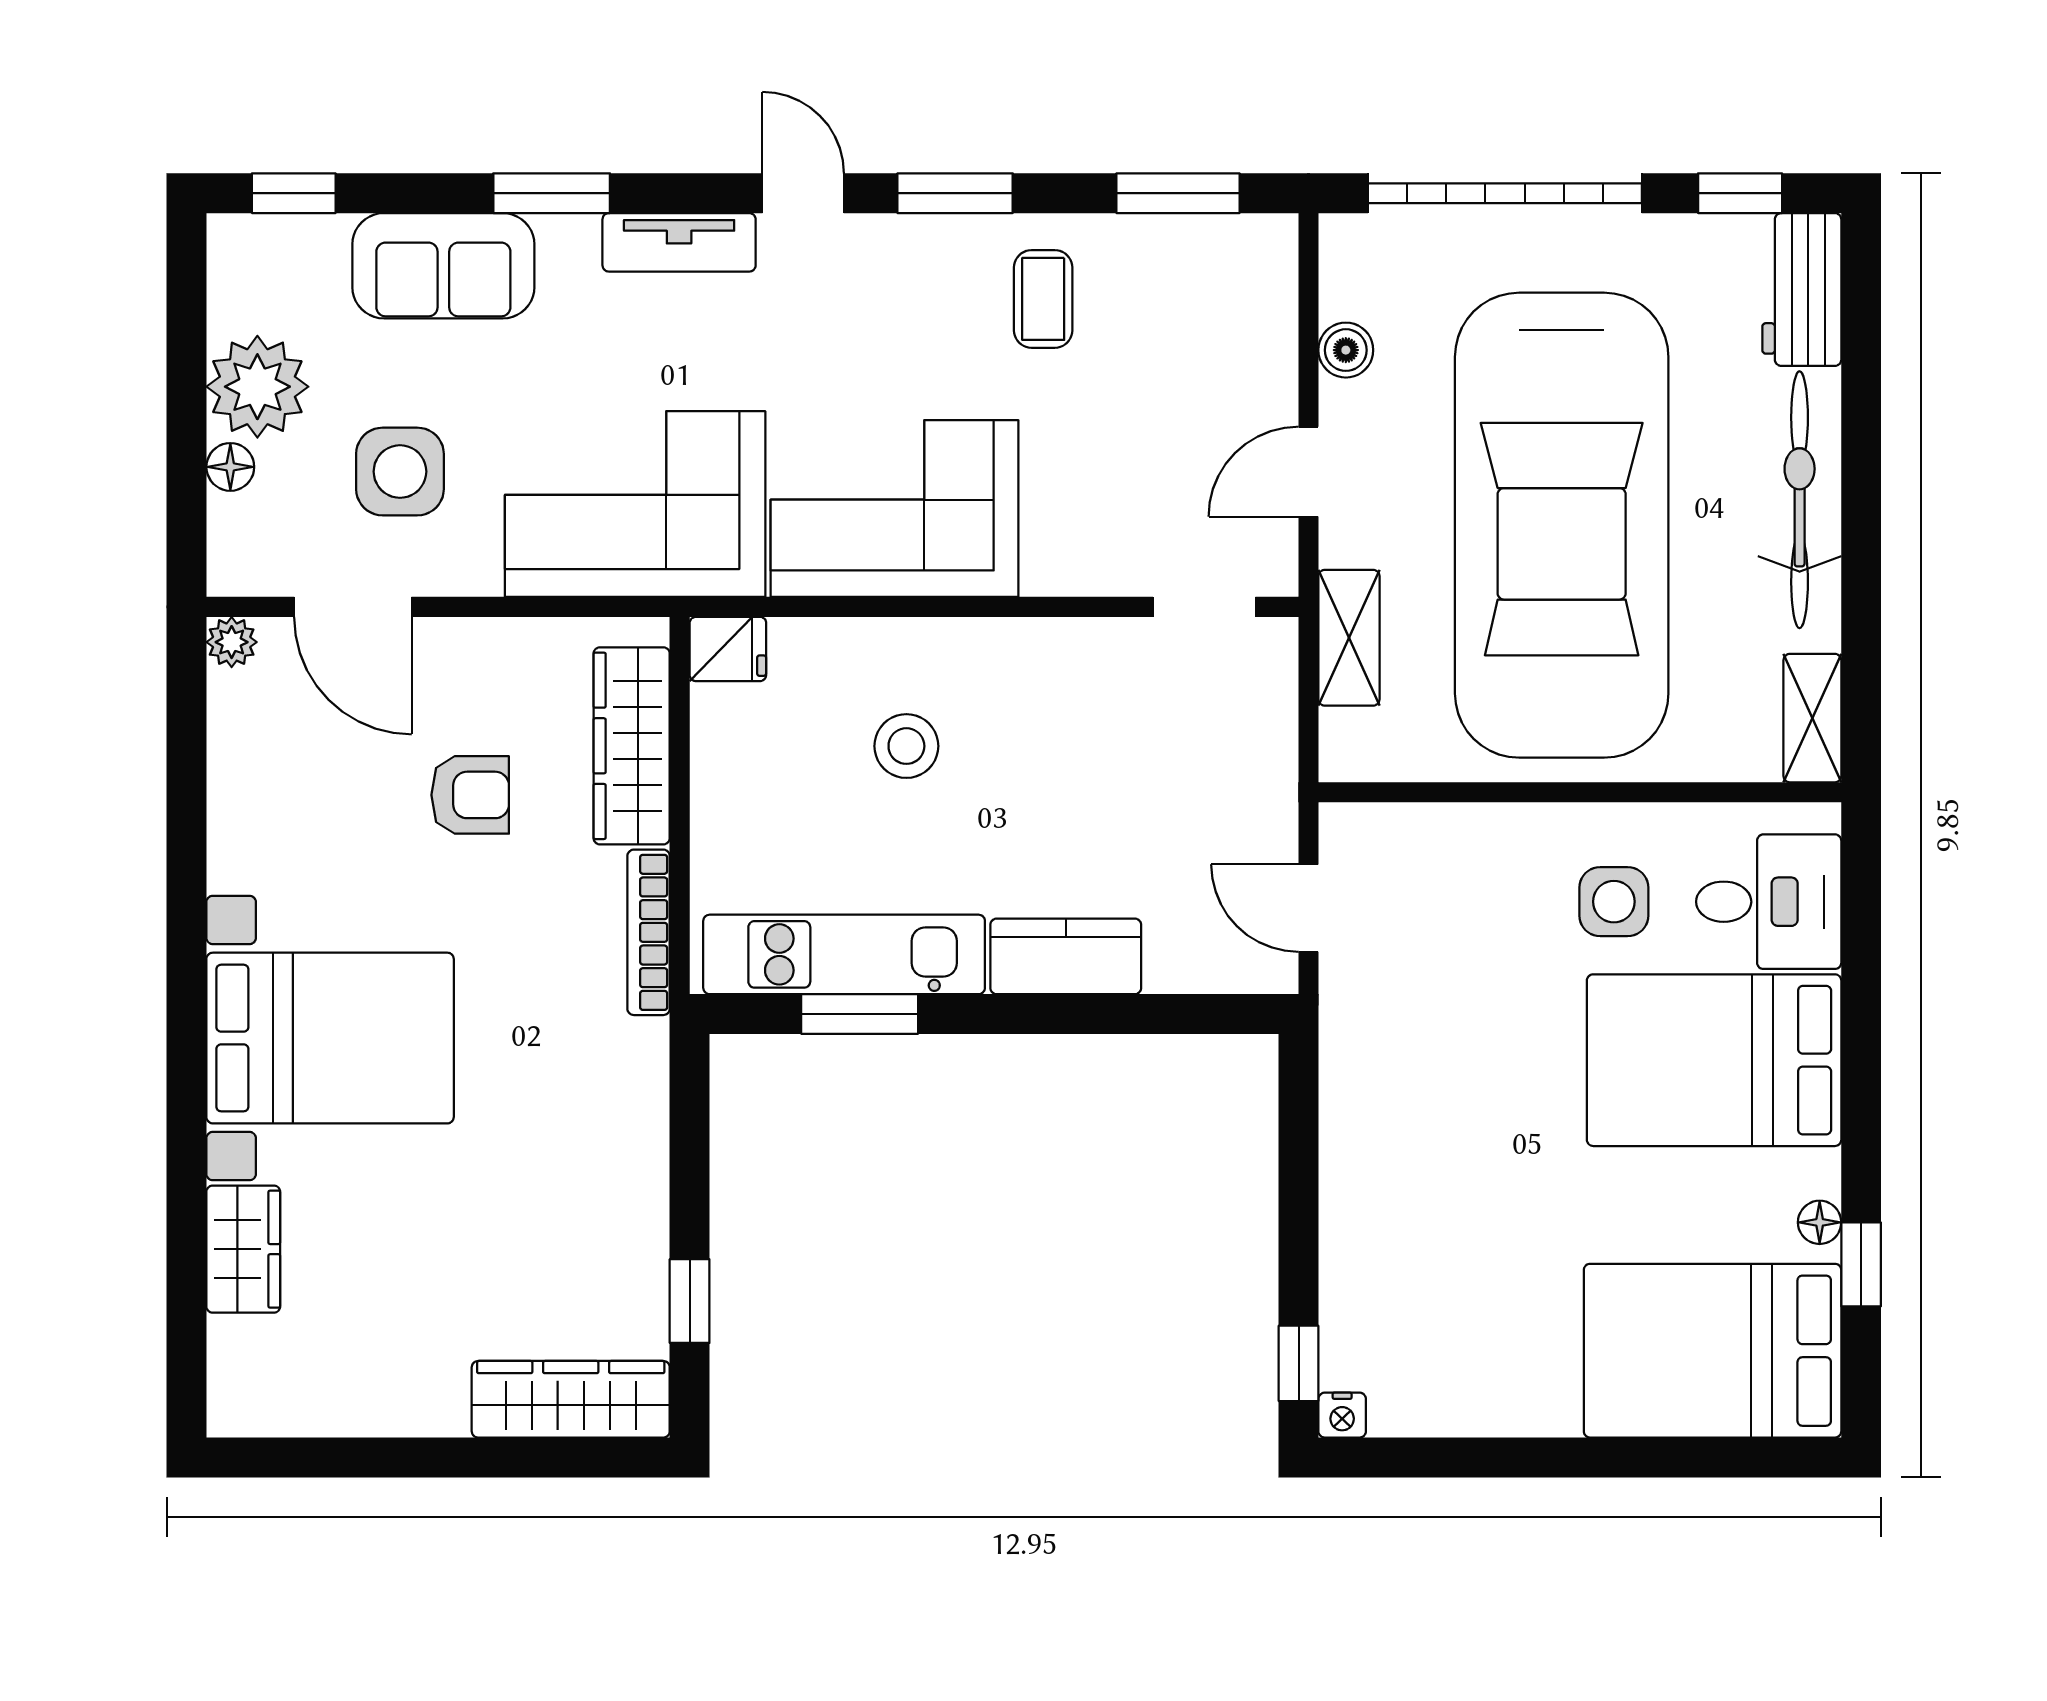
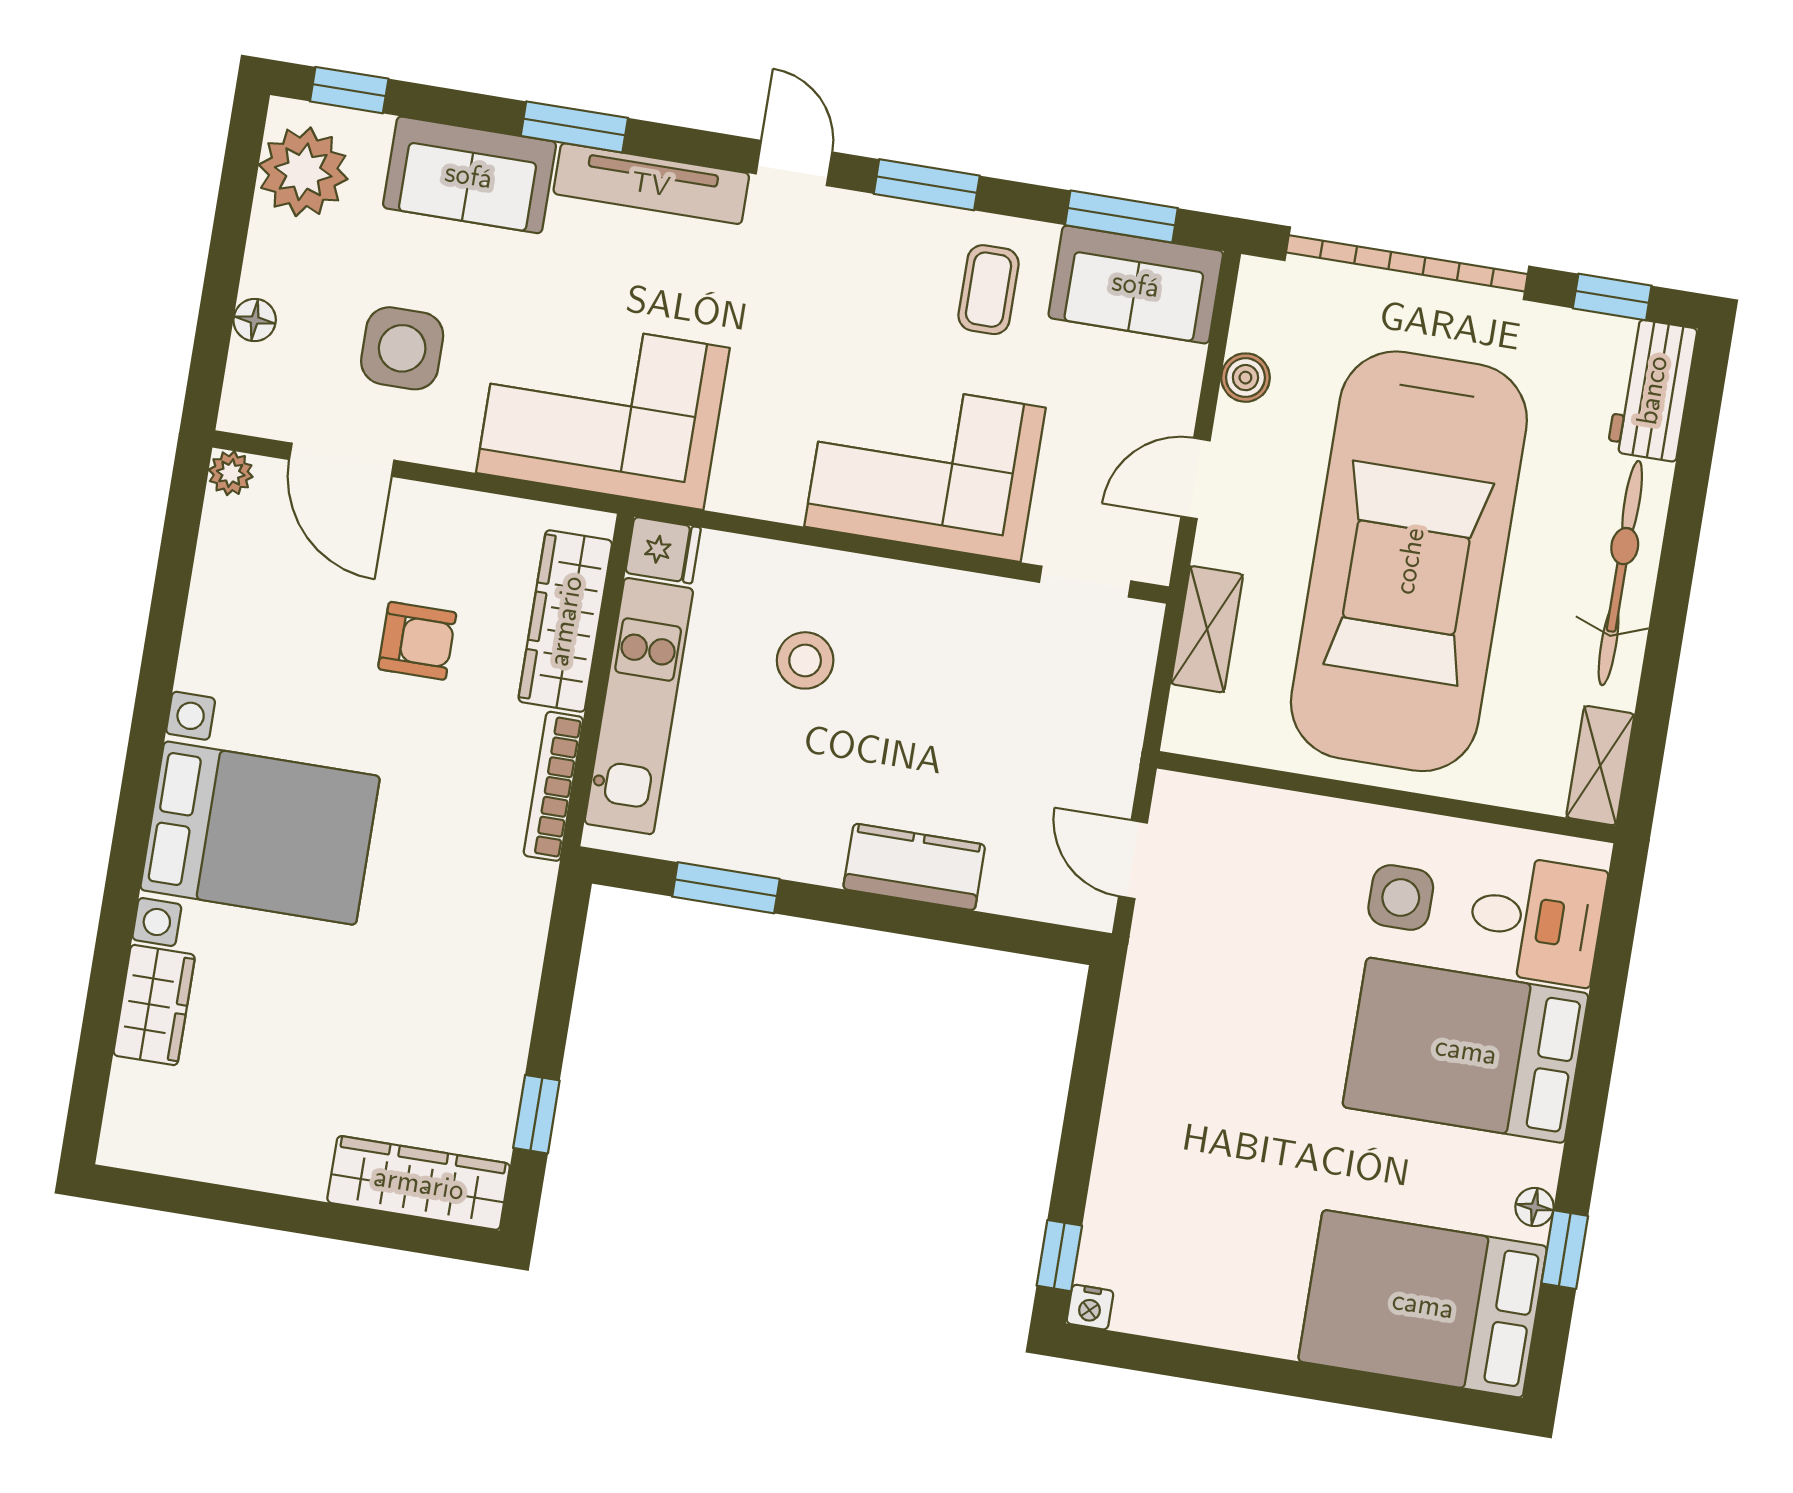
tv unit: (679, 242) -> (651, 184), width x1.41
sofa: (1206, 266) -> (1136, 284), added
plant: (257, 387) -> (303, 172), moved
corner sofa: (895, 509) -> (925, 467), moved
kitchen unit: (844, 954) -> (639, 706), moved, turned 90

